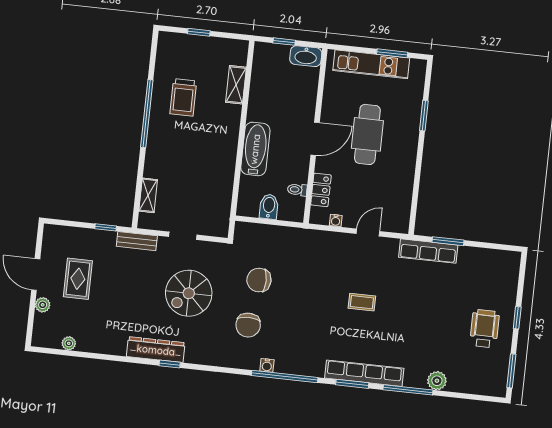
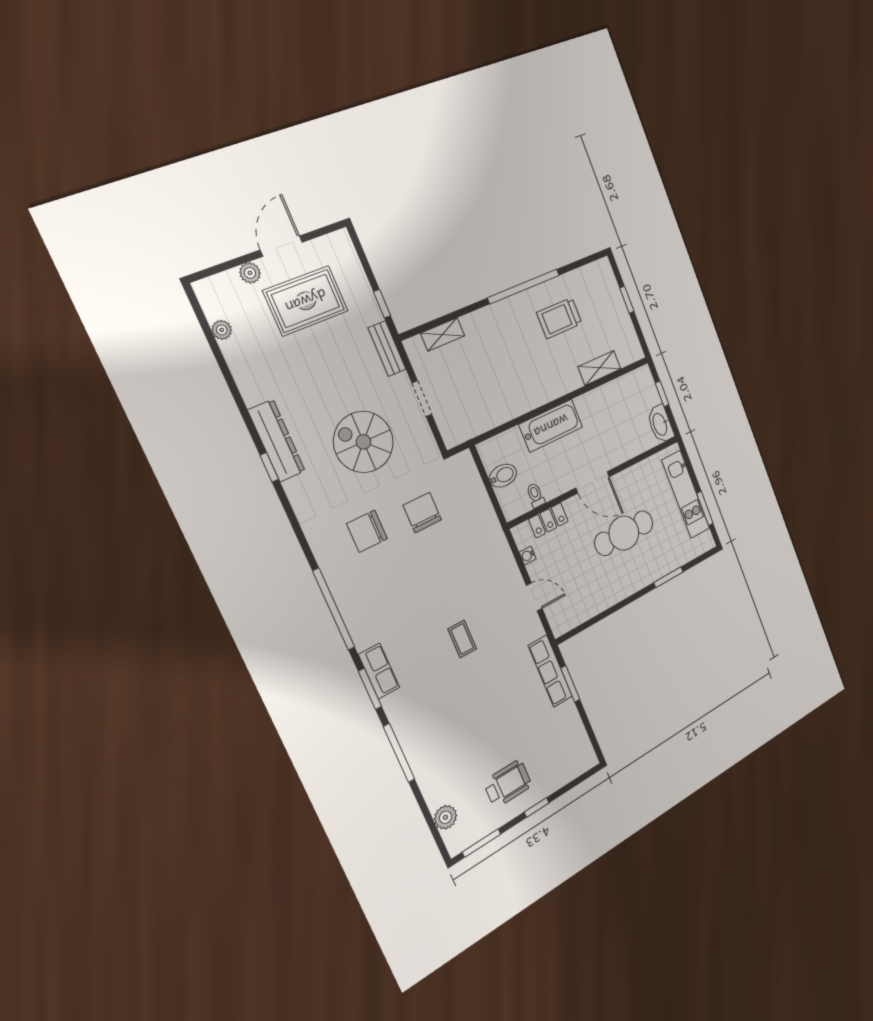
rug: (78, 279) -> (306, 301), width x1.36, depth x1.43
water cooler: (267, 365) -> (334, 581), removed
row of seats: (364, 373) -> (379, 671), width x0.50
plant: (437, 381) -> (445, 817), moved

